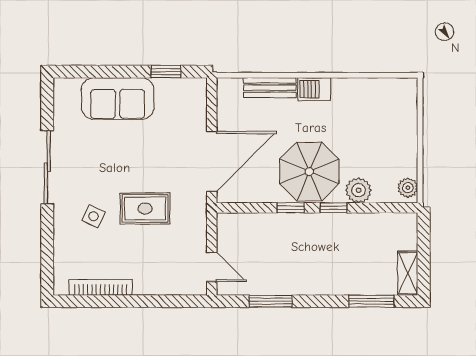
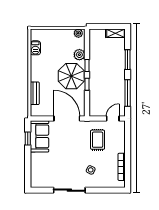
barbecue: (314, 89) -> (35, 48), moved
sofa: (118, 99) -> (39, 136), moved
rug: (145, 209) -> (98, 140), moved
window: (271, 301) -> (128, 93), width x1.44
window: (371, 301) -> (128, 60), moved

